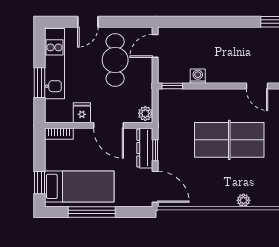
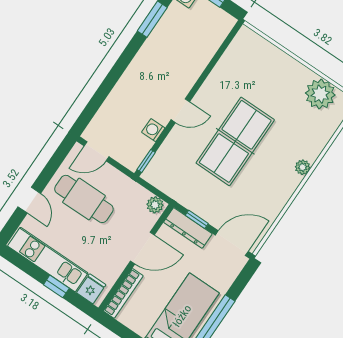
door: (155, 46) -> (97, 151), hinge flipped
window: (39, 83) -> (56, 286), width x0.67
door: (257, 86) -> (180, 111), moved
fridge: (82, 113) -> (91, 289), moved, turned 90
bookcase: (59, 134) -> (123, 293), width x1.56

